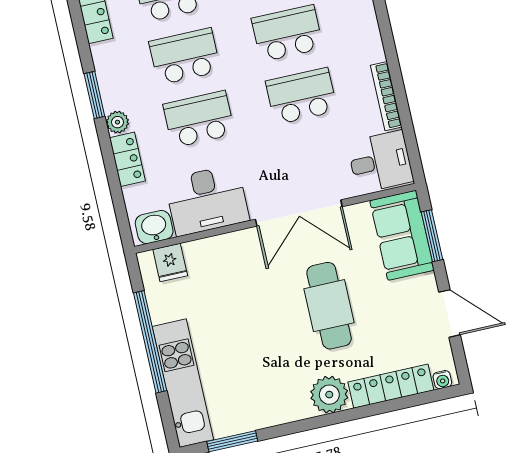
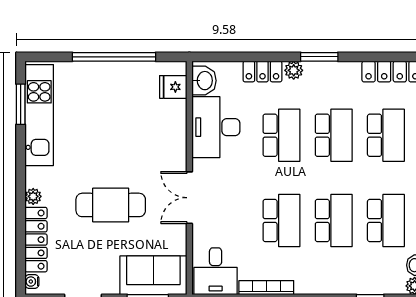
double door: (299, 213) -> (189, 198), width x0.73
kitchen unit: (183, 383) -> (39, 115), moved, turned -90
plant: (329, 395) -> (33, 196), width x0.53, depth x0.53

